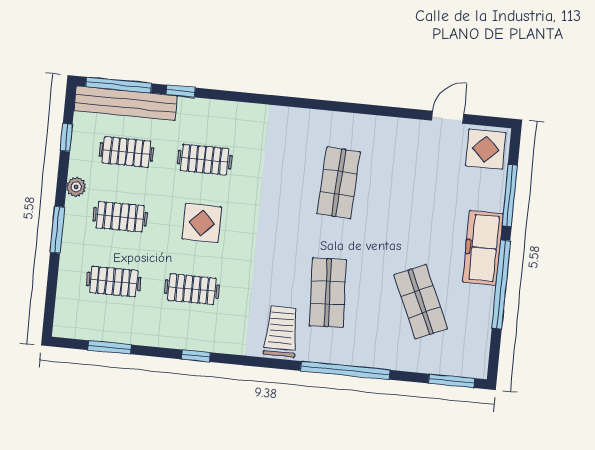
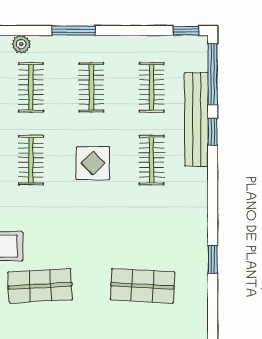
bench: (126, 103) -> (196, 119), moved
window: (318, 104) -> (213, 259), added
window: (66, 137) -> (186, 31), moved
plant: (76, 187) -> (21, 44), moved

